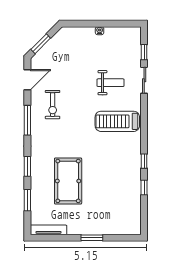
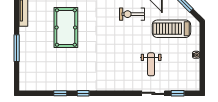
treadmill: (117, 121) -> (171, 29), moved, turned -90
pool table: (68, 181) -> (66, 27), turned 90
window: (92, 238) -> (17, 48), width x1.44

